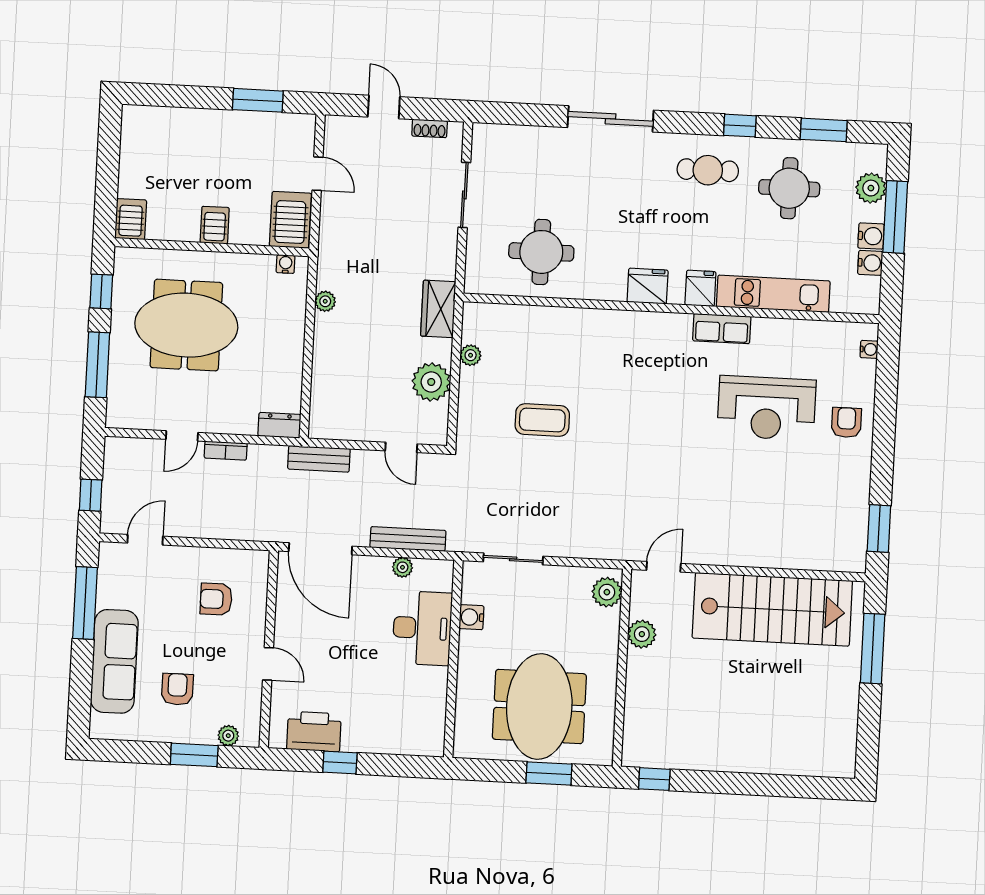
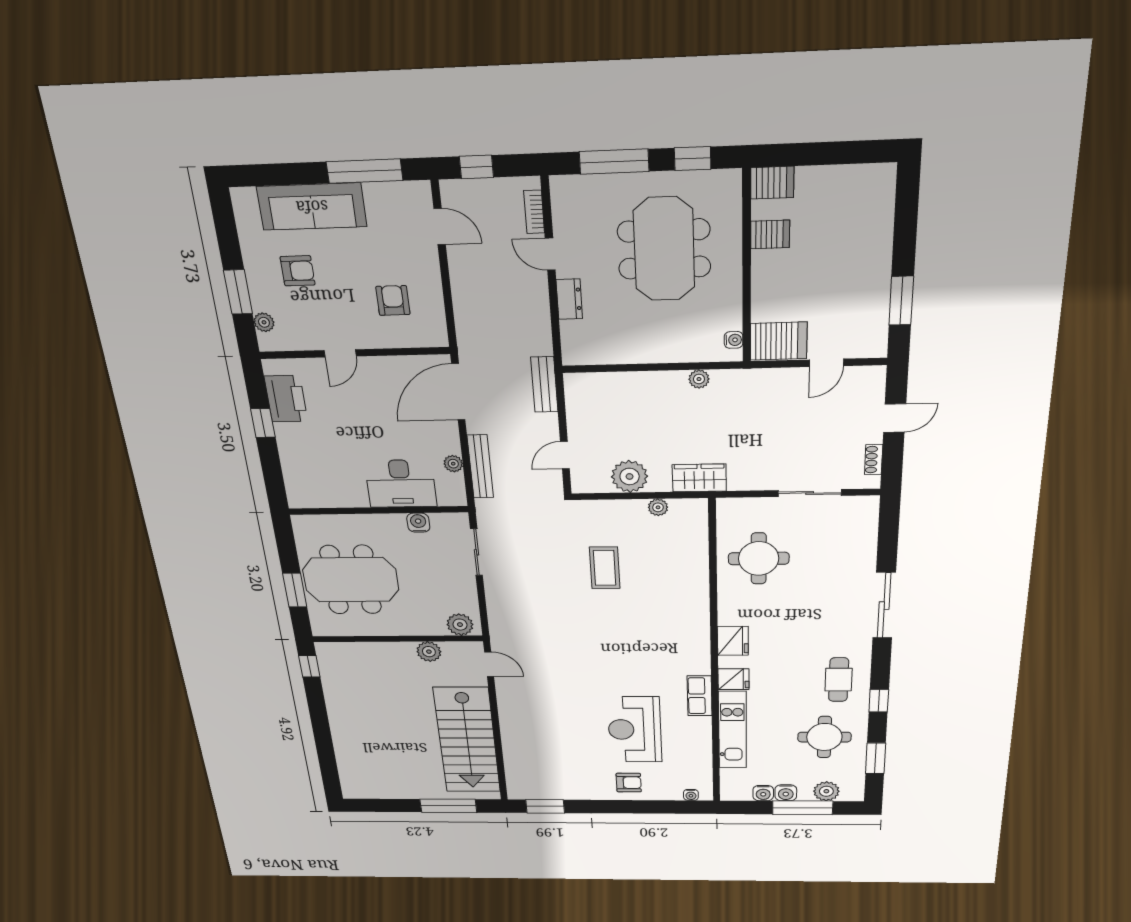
server rack: (215, 225) -> (770, 234), moved
dresser: (279, 425) -> (569, 299), moved
bookcase: (226, 451) -> (534, 212), moved

